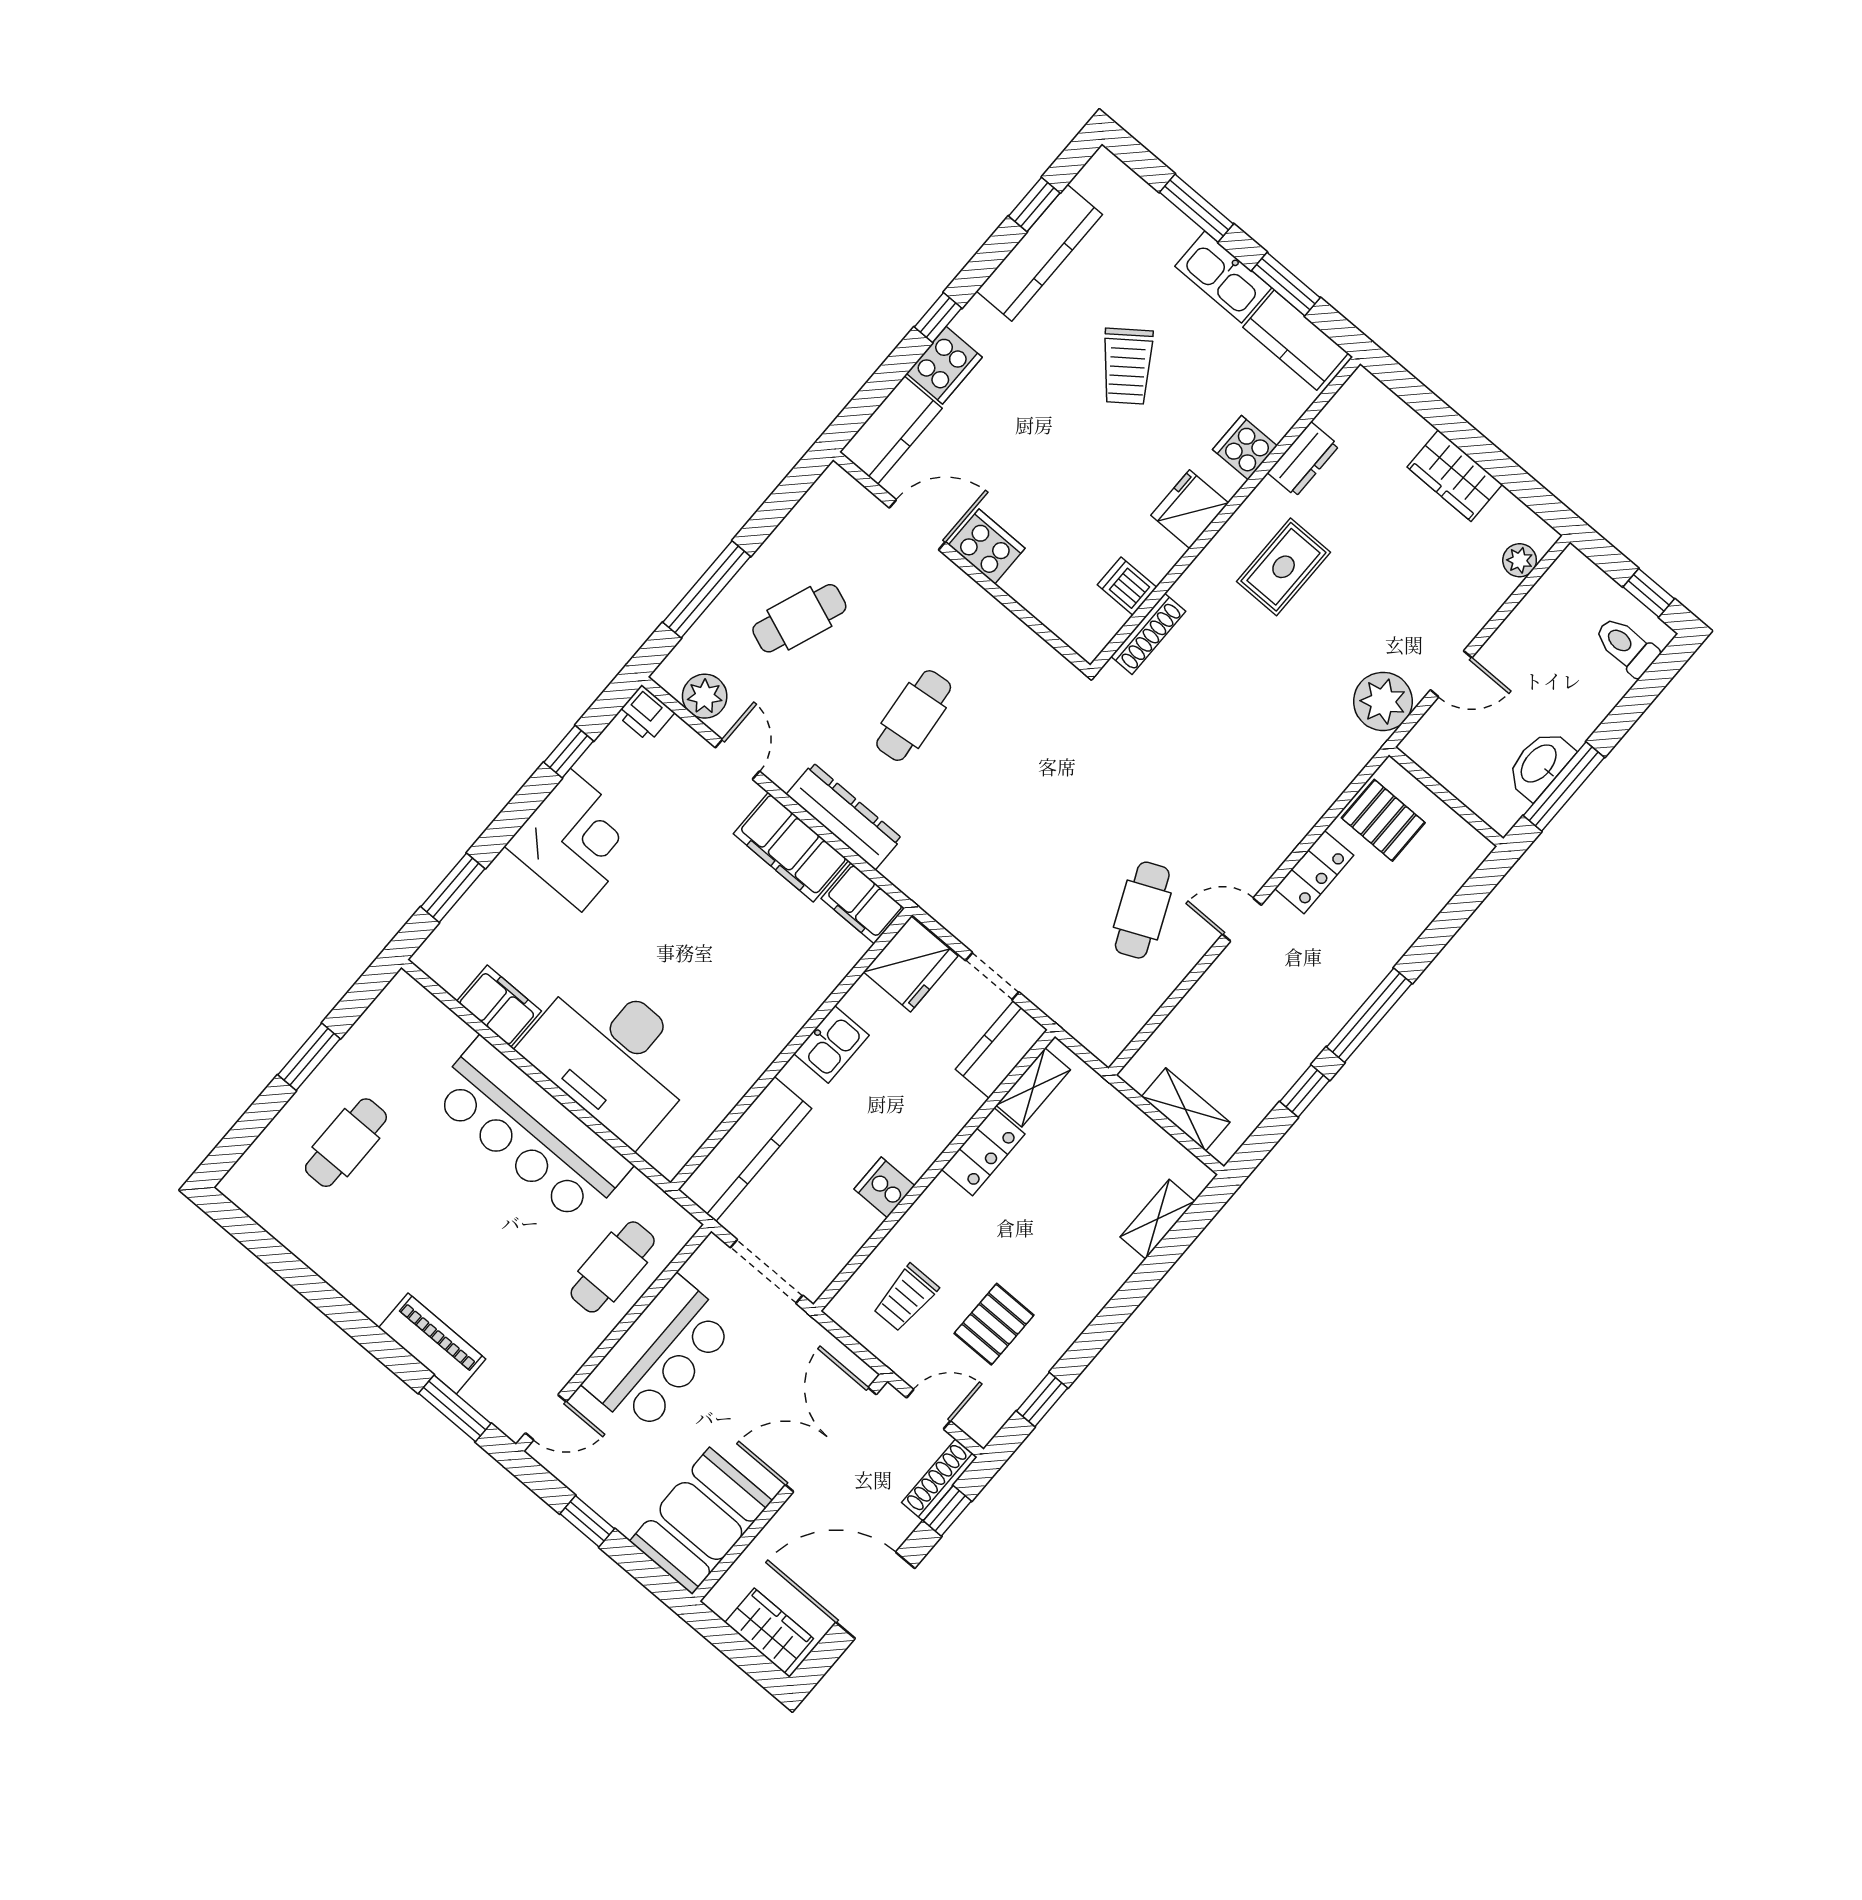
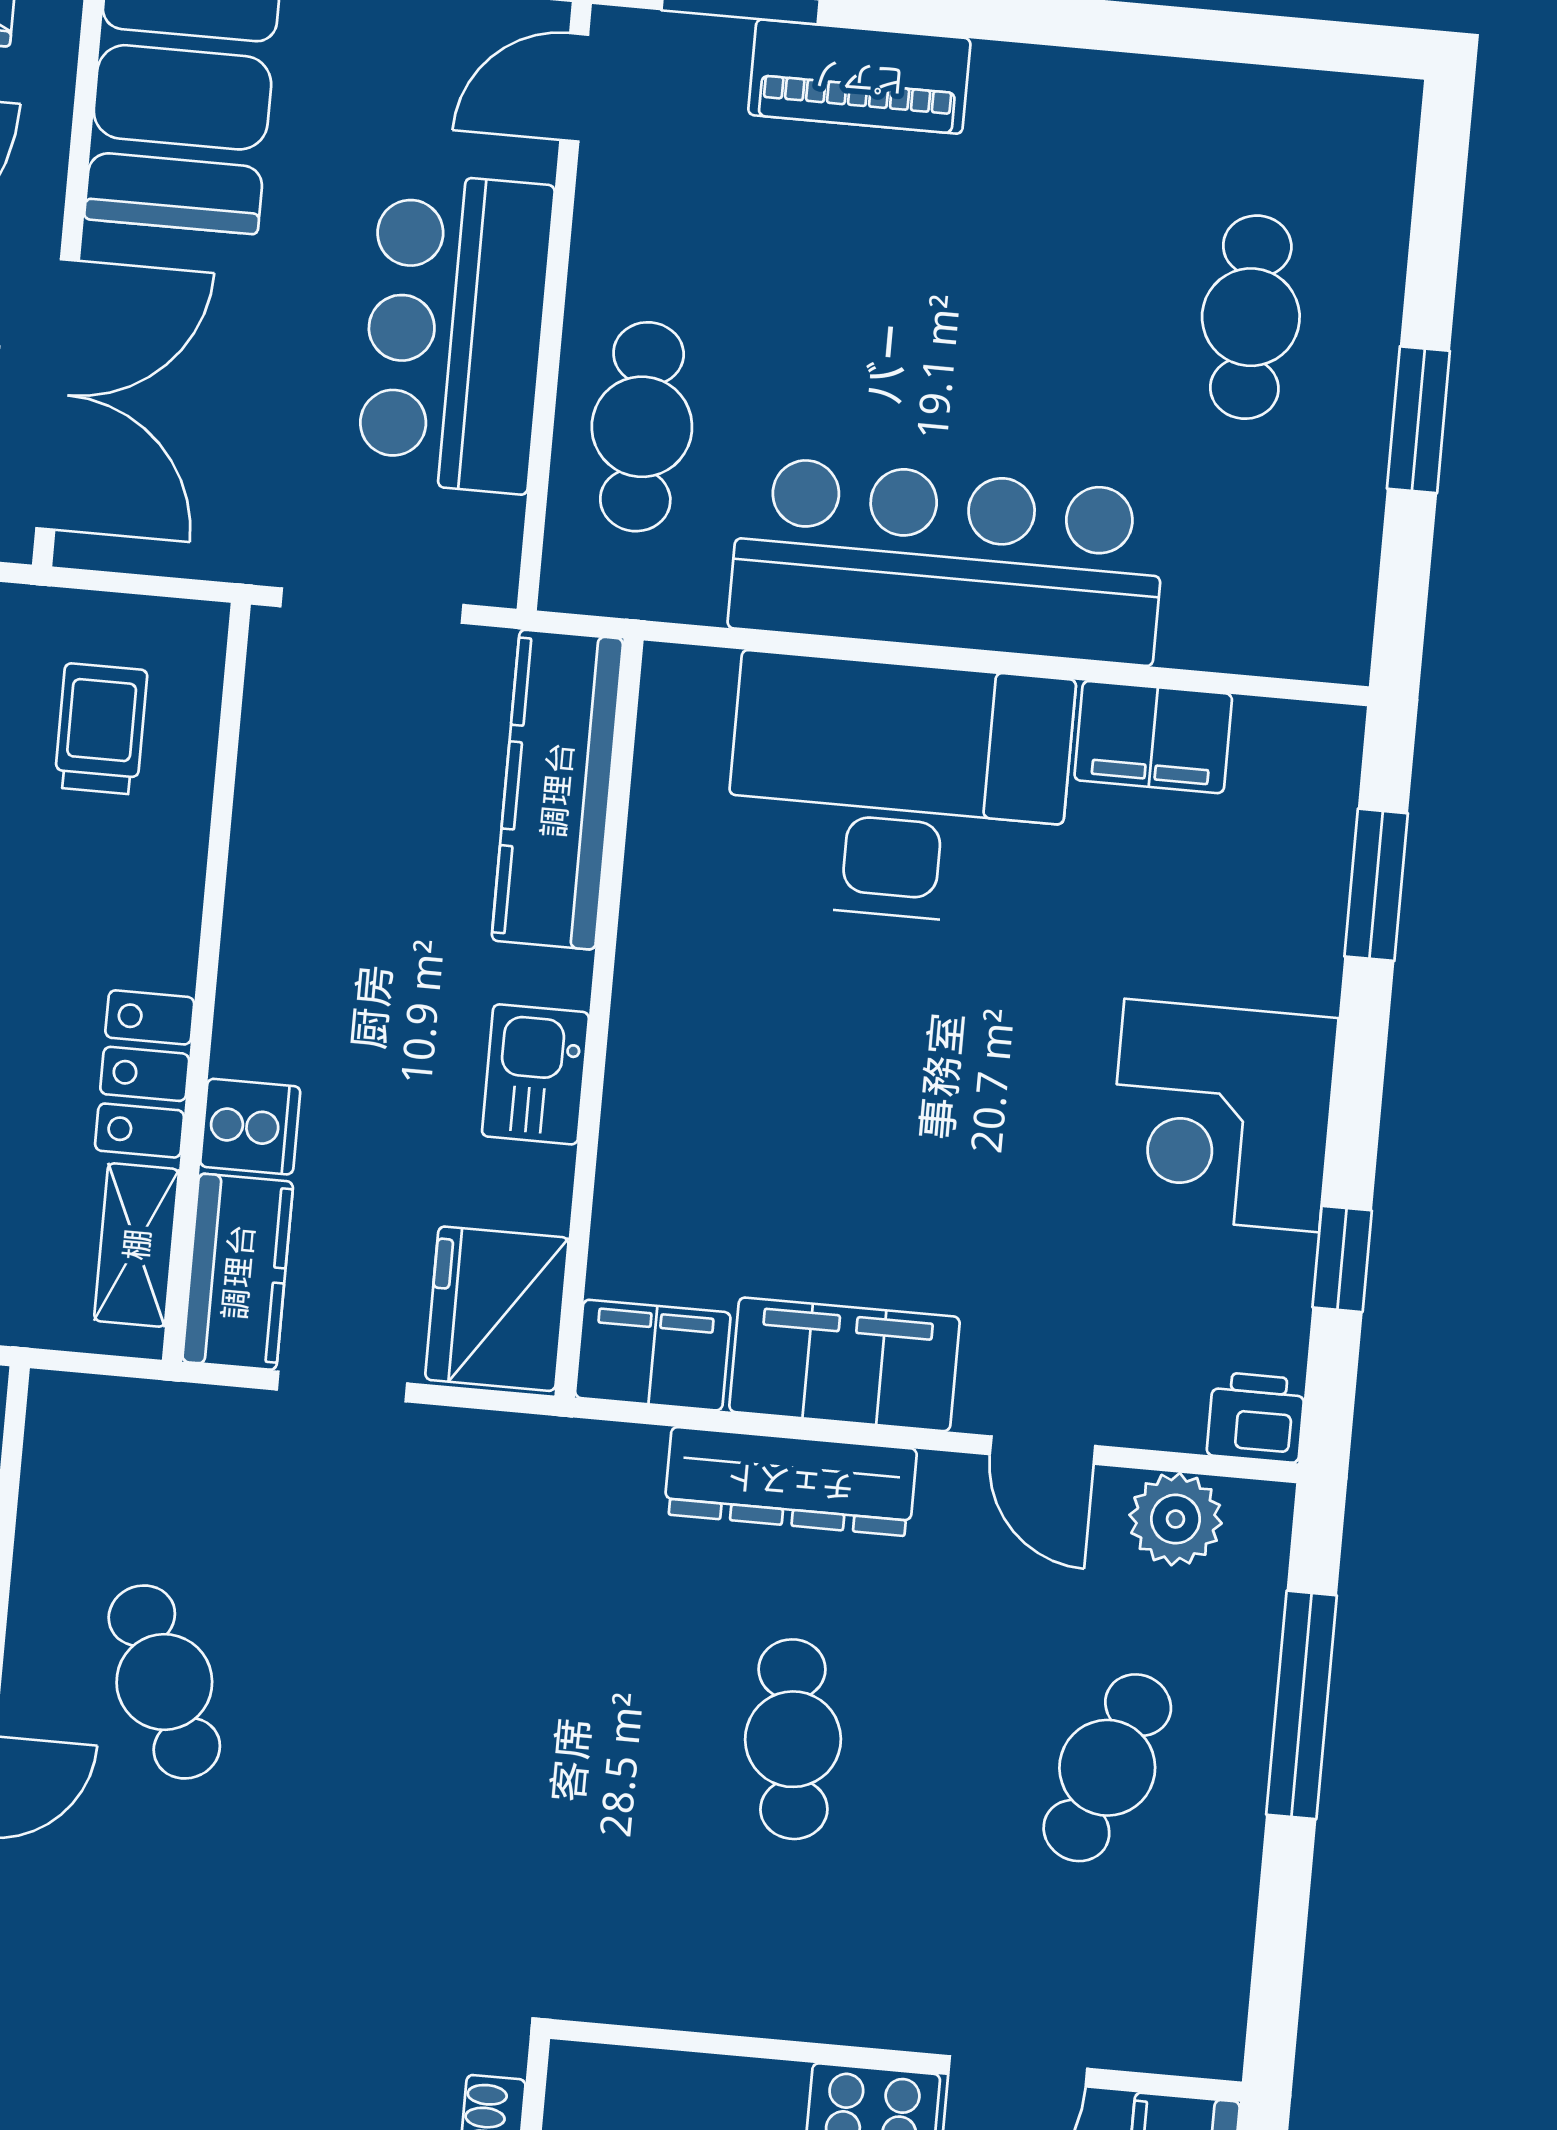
cooker: (884, 1187) -> (250, 1127), moved

